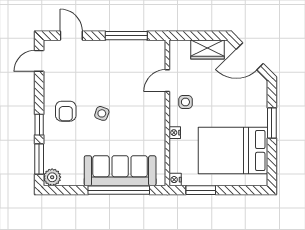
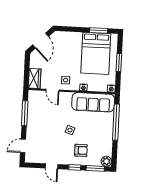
wardrobe: (208, 50) -> (35, 78), moved
door: (39, 61) -> (51, 166), moved
armchair: (66, 111) -> (81, 150), moved
window: (272, 123) -> (99, 30), moved
sofa: (120, 171) -> (93, 102), moved, turned -90
window: (201, 190) -> (119, 62), moved

